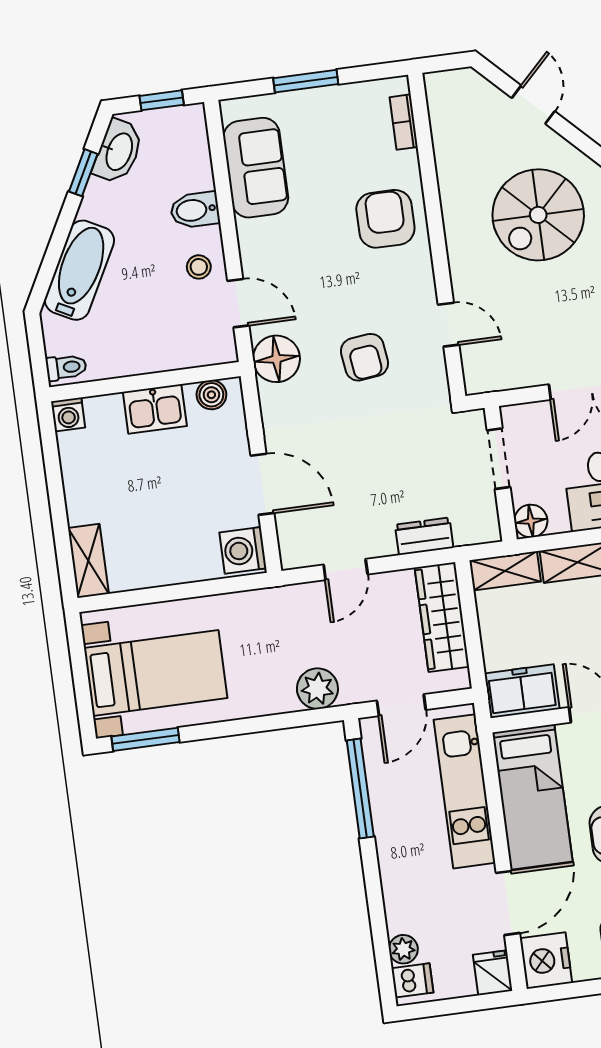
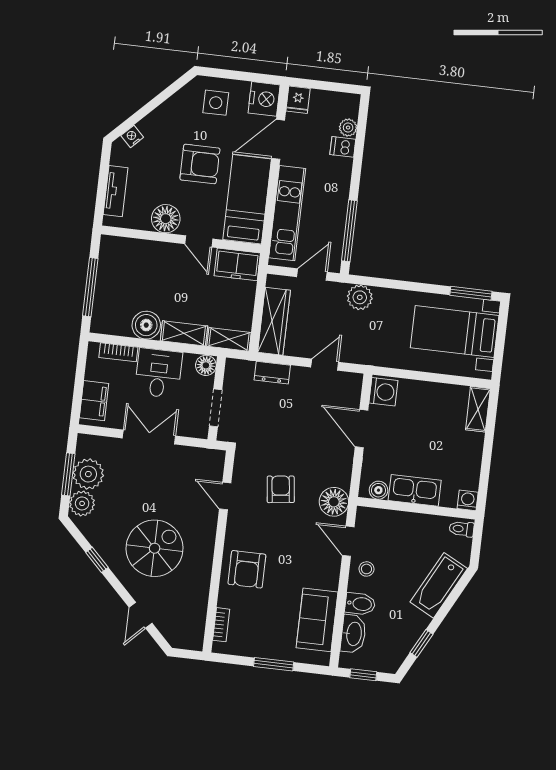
washbasin: (118, 151) -> (353, 634), moved, turned 152
kitchen sink: (155, 409) -> (415, 490), width x1.38
dishwasher: (412, 980) -> (343, 147), moved

